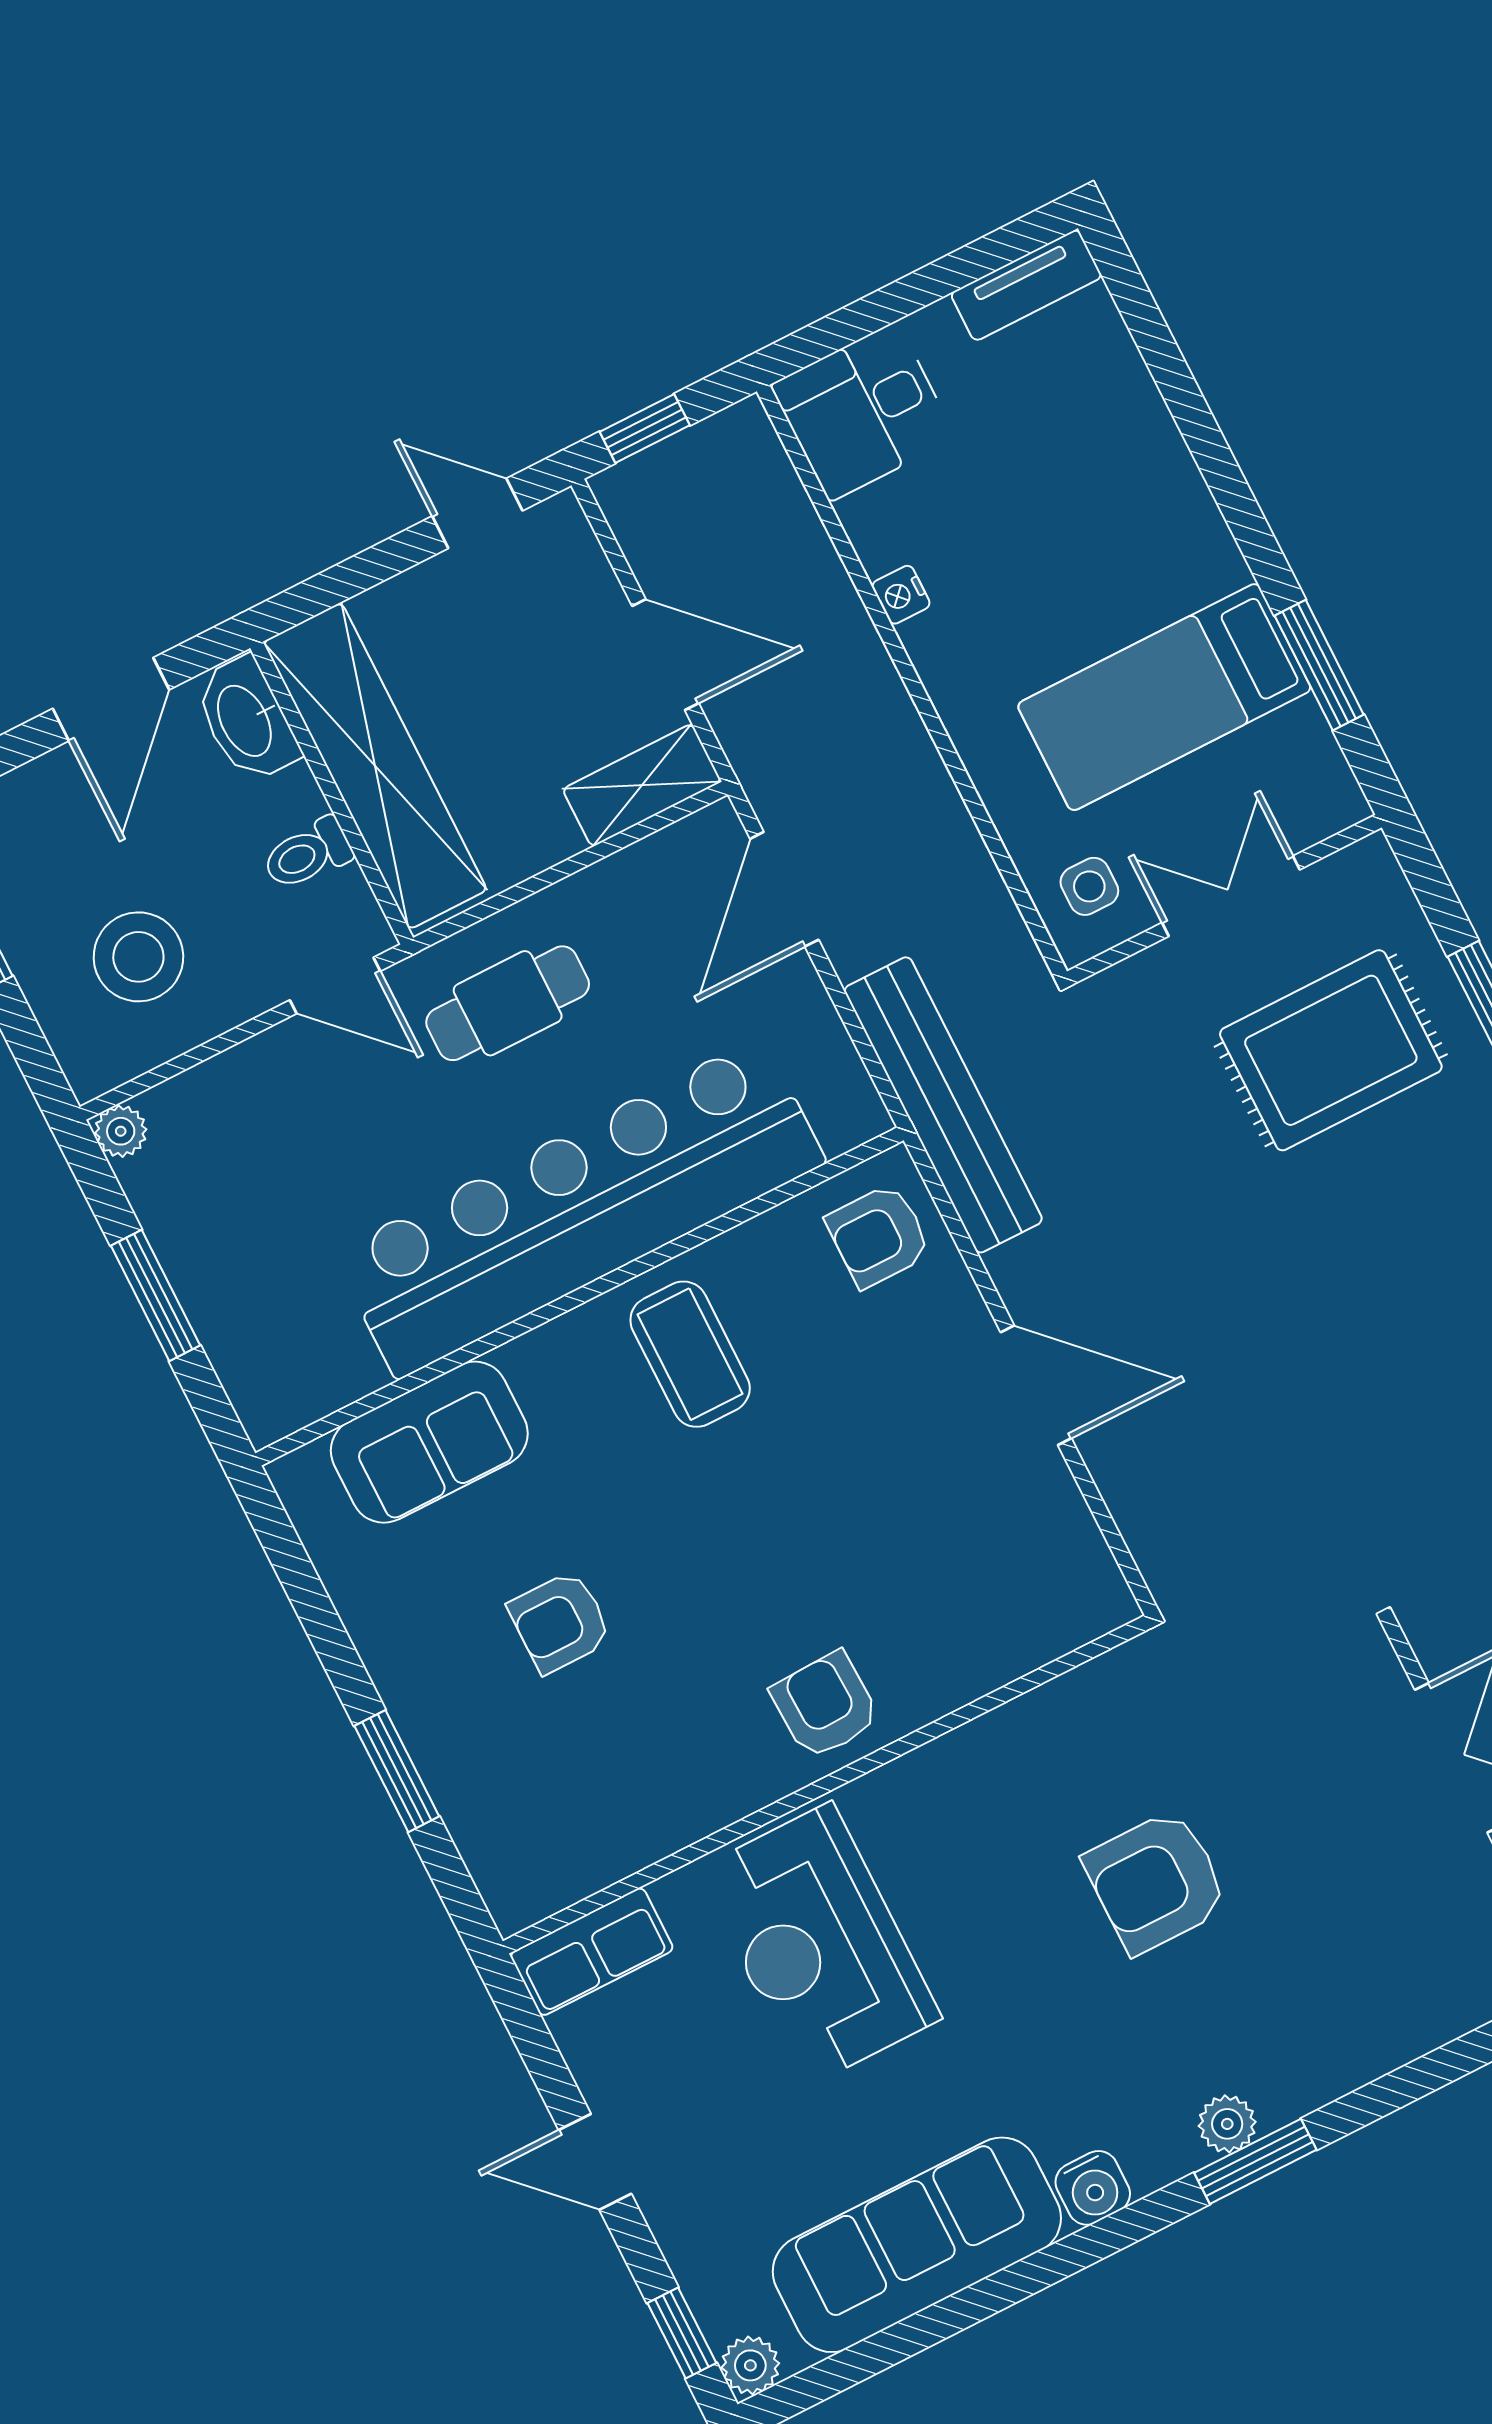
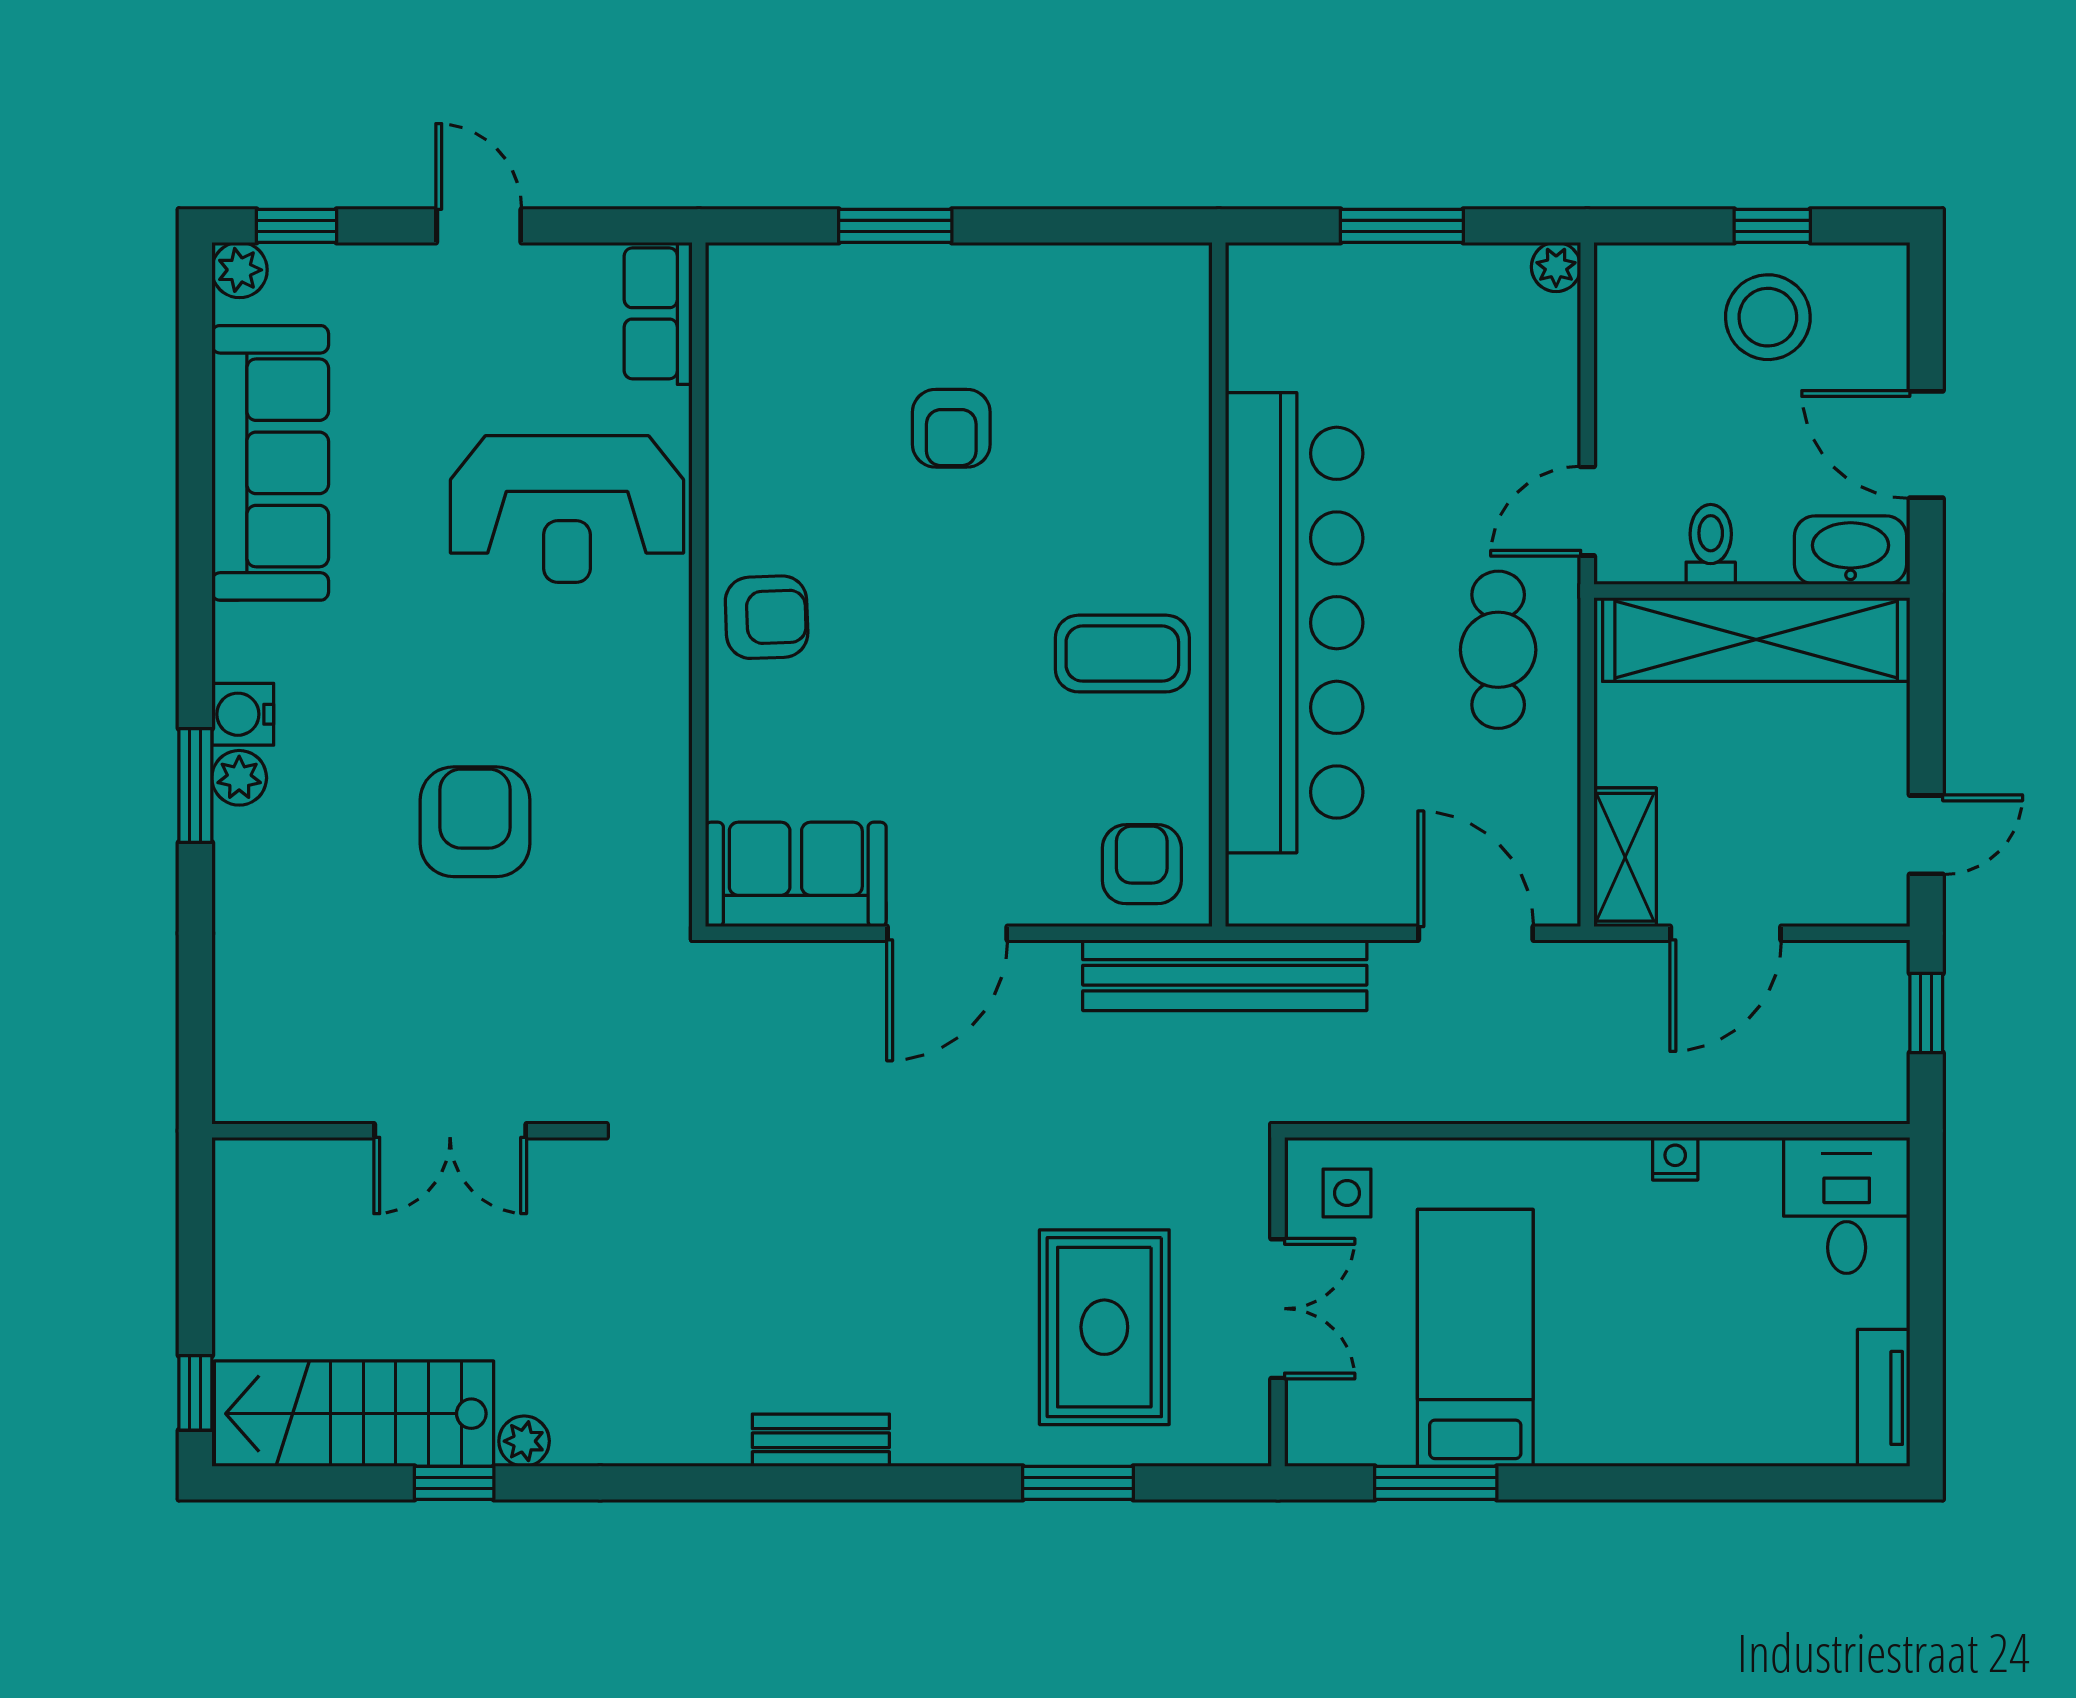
stool: (138, 957) -> (1768, 317), moved
sofa: (429, 1442) -> (796, 874), moved, turned 90
armchair: (560, 1622) -> (951, 428), turned 180
reception desk: (819, 1944) -> (567, 509), turned 180
door: (595, 2162) -> (479, 226), hinge flipped
water cooler: (1093, 2188) -> (243, 714), moved

